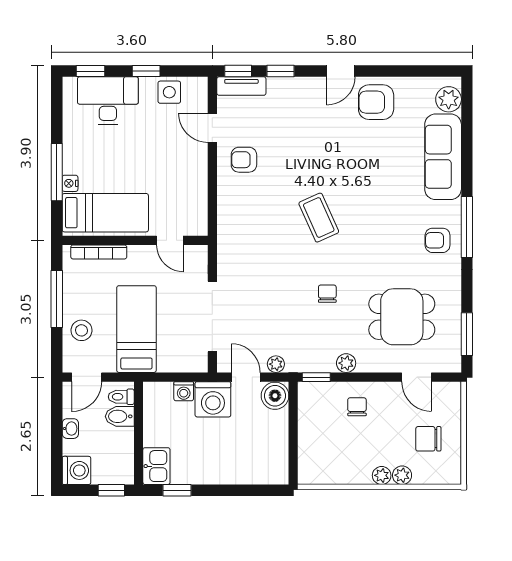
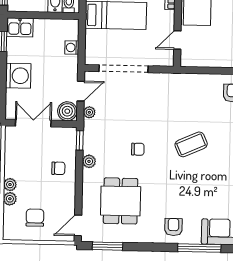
window: (467, 227) -> (199, 248), moved
door: (417, 377) -> (78, 225), moved
washing machine: (213, 399) -> (18, 76), moved, turned 180
double door: (293, 444) -> (33, 123), added

